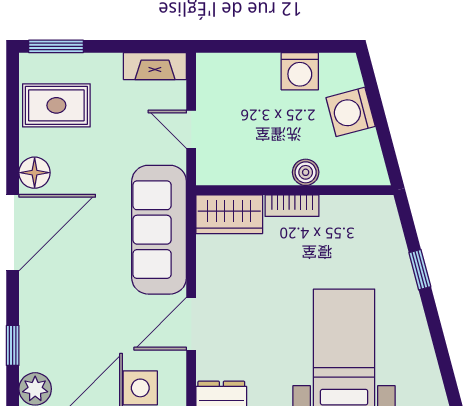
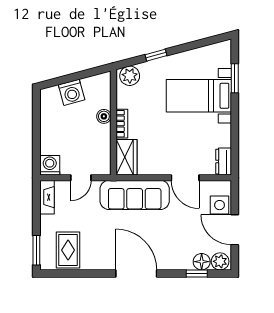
washing machine: (300, 71) -> (50, 165), moved, turned -90
floor lamp: (35, 173) -> (202, 262), moved
plant: (381, 220) -> (130, 76), added

